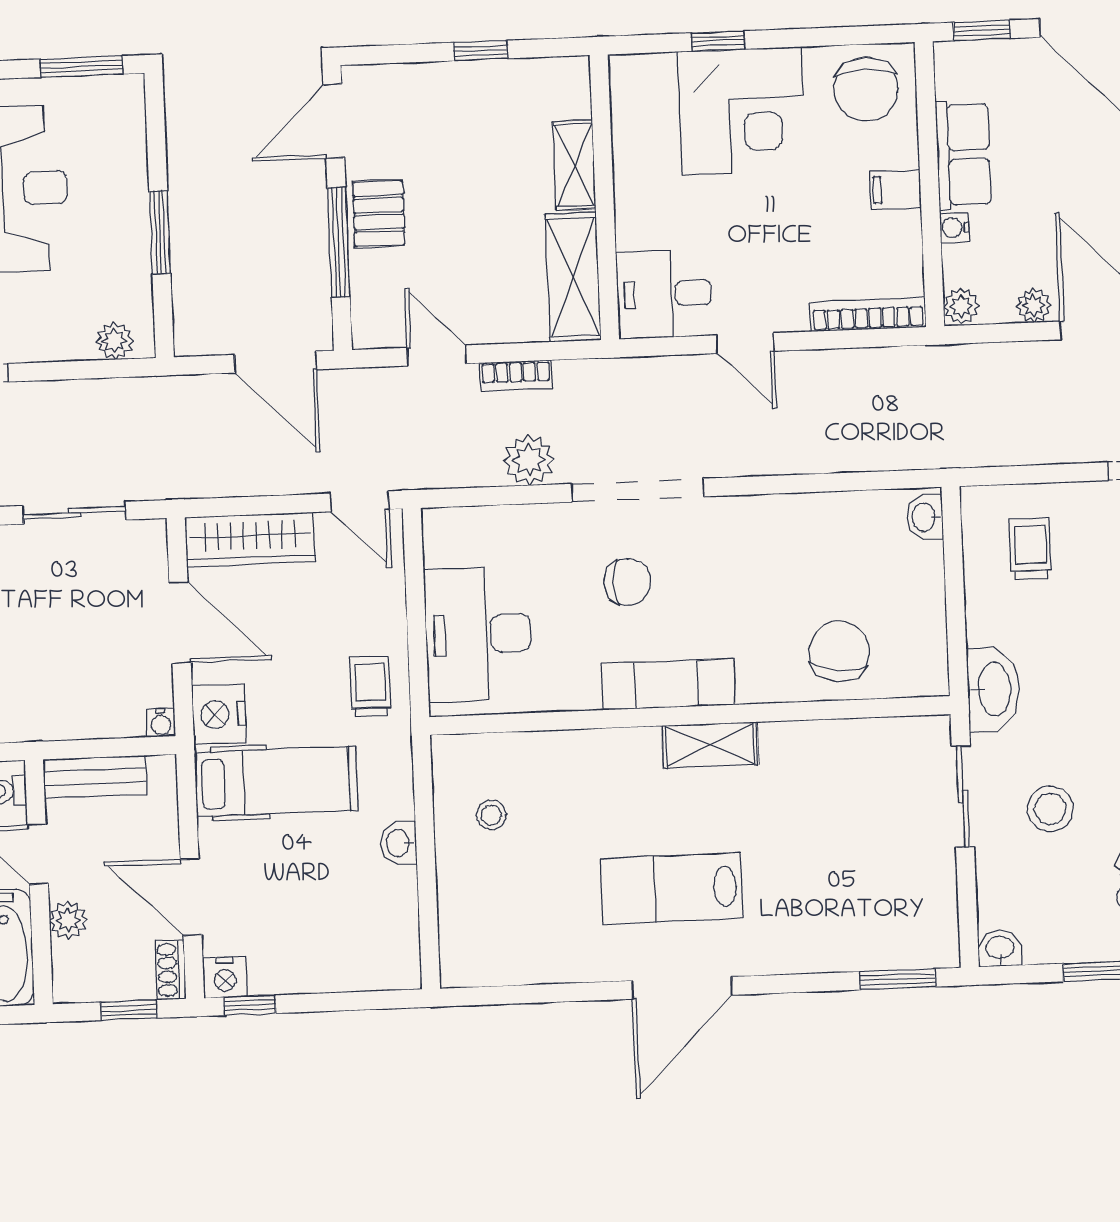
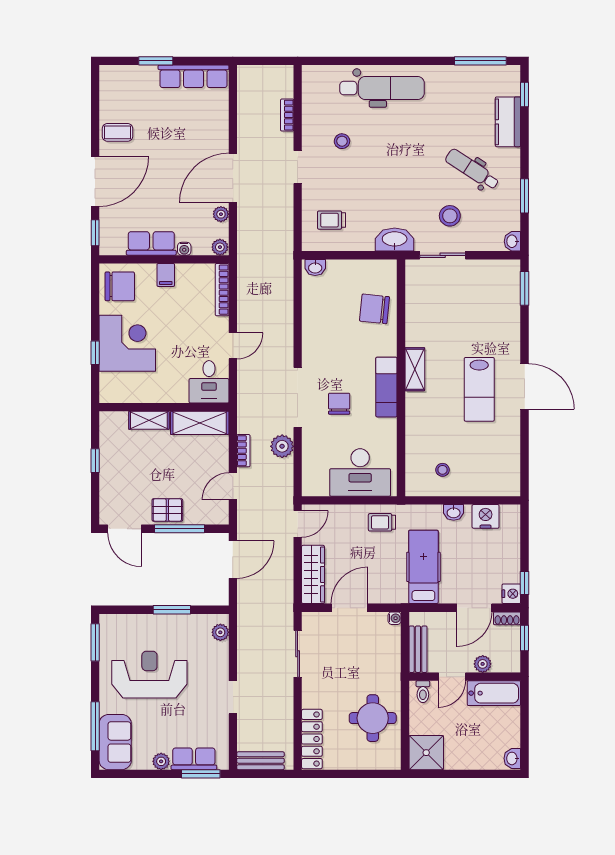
nightstand: (219, 714) -> (486, 516), moved, turned 180

